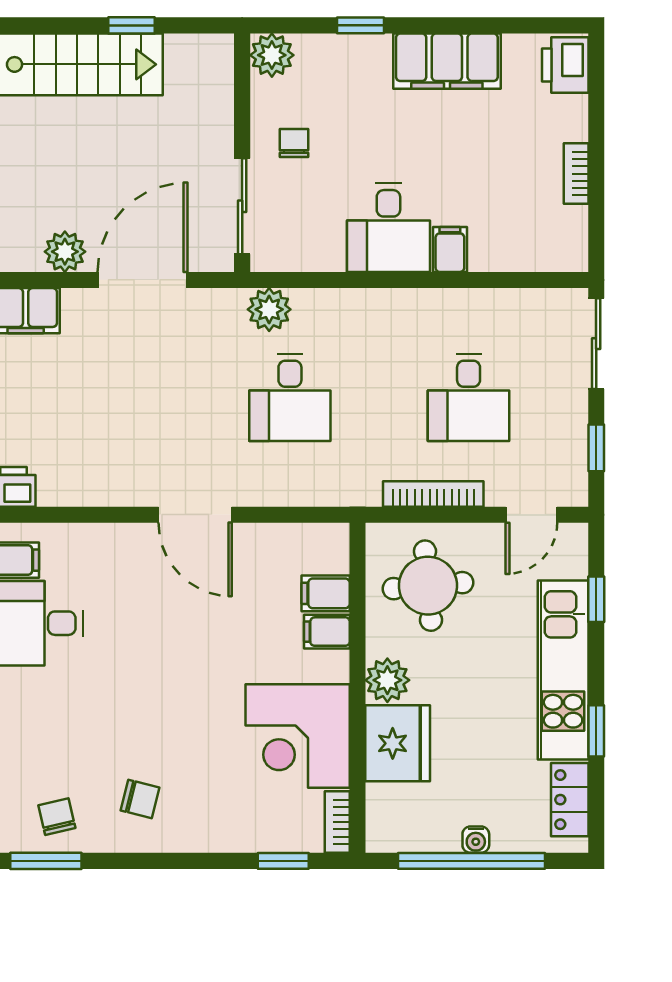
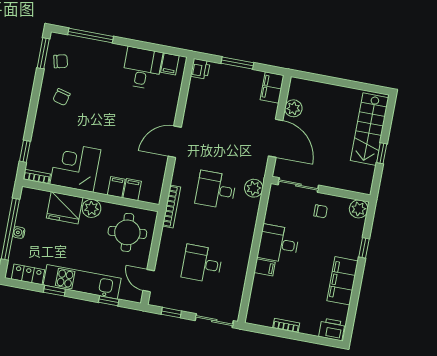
bookcase: (433, 494) -> (171, 206), moved

